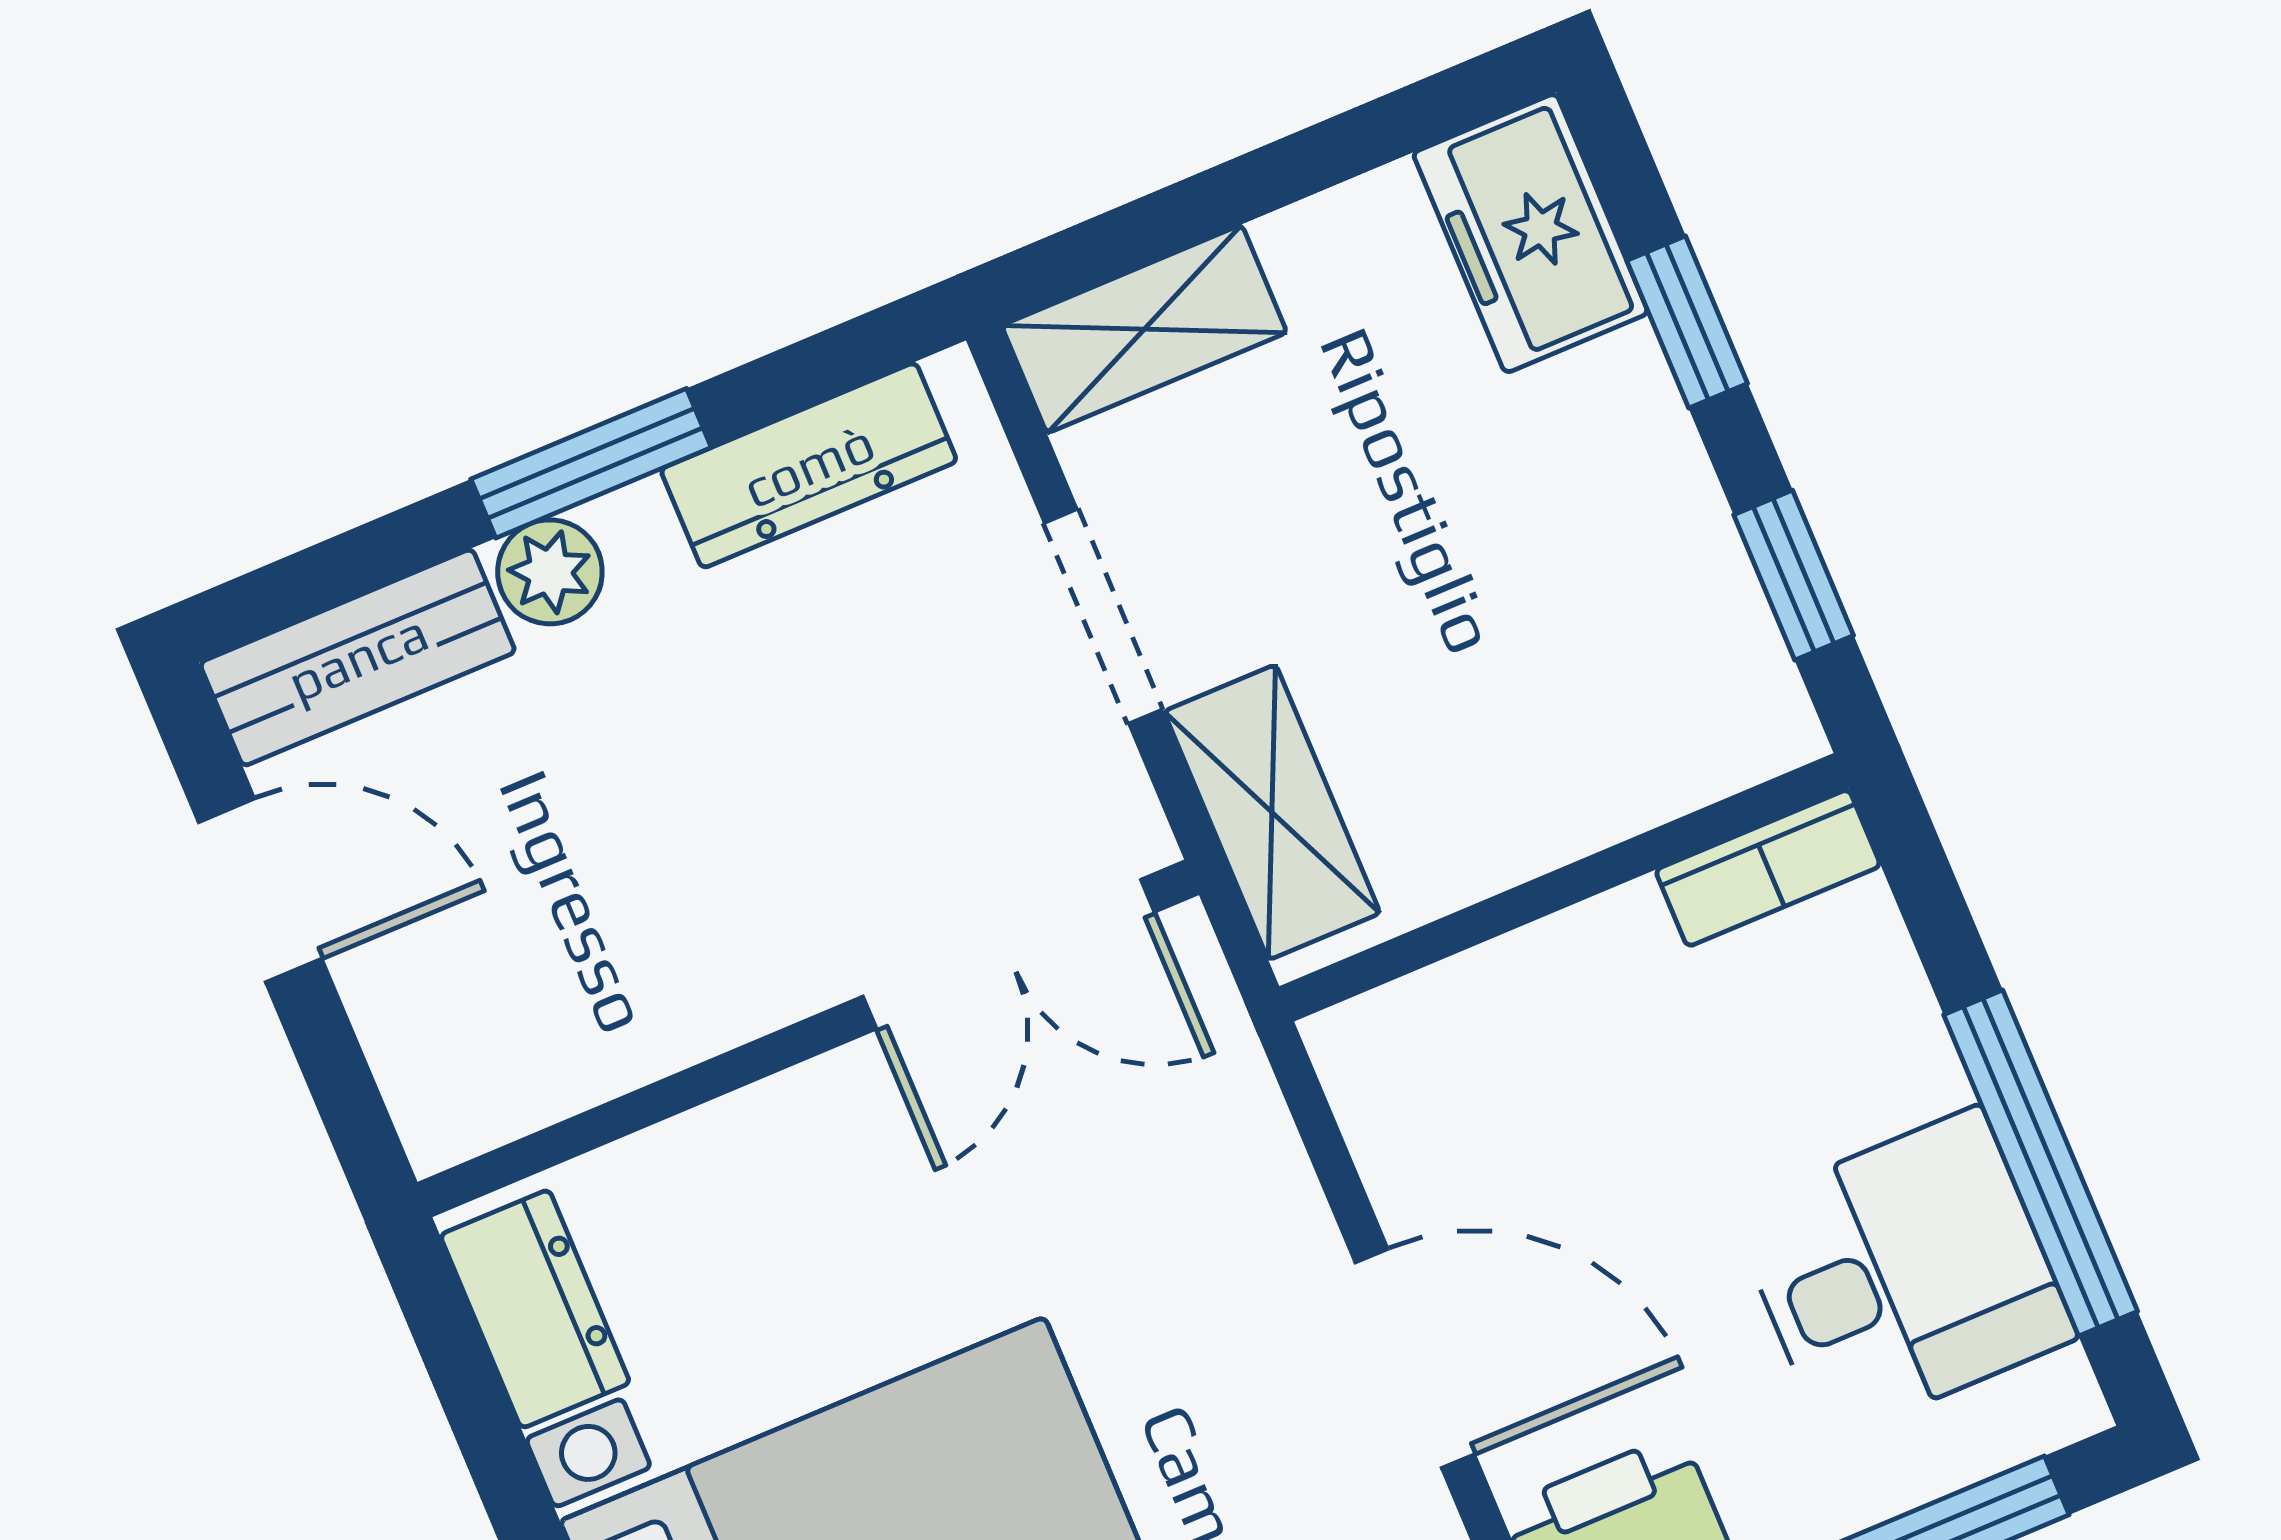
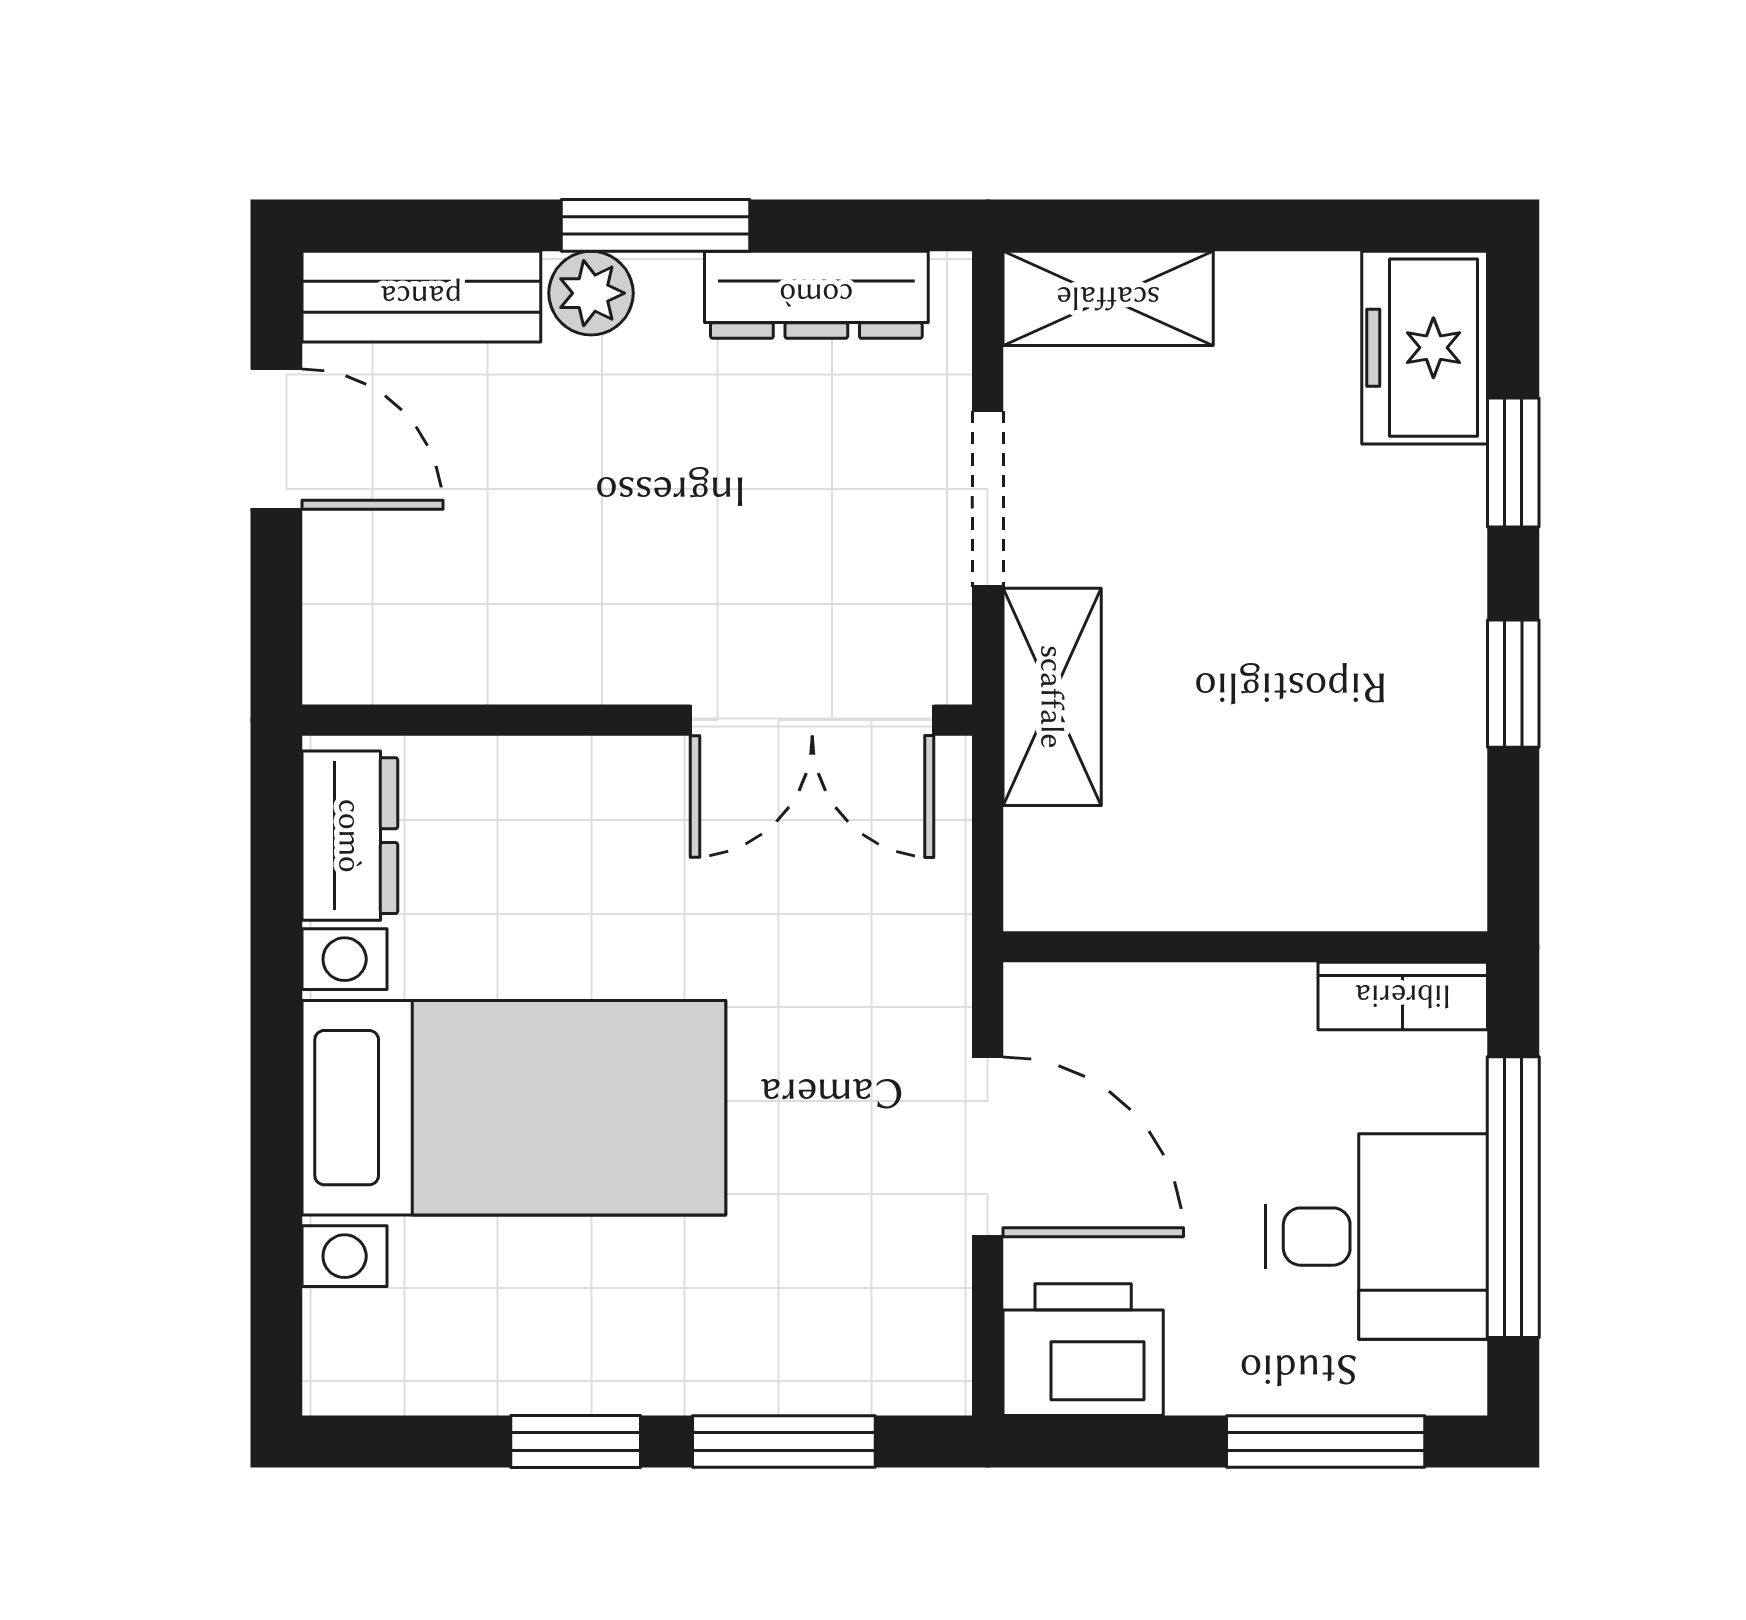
bookcase: (1768, 868) -> (1403, 996), moved
wall: (1564, 887) -> (1245, 947), moved

